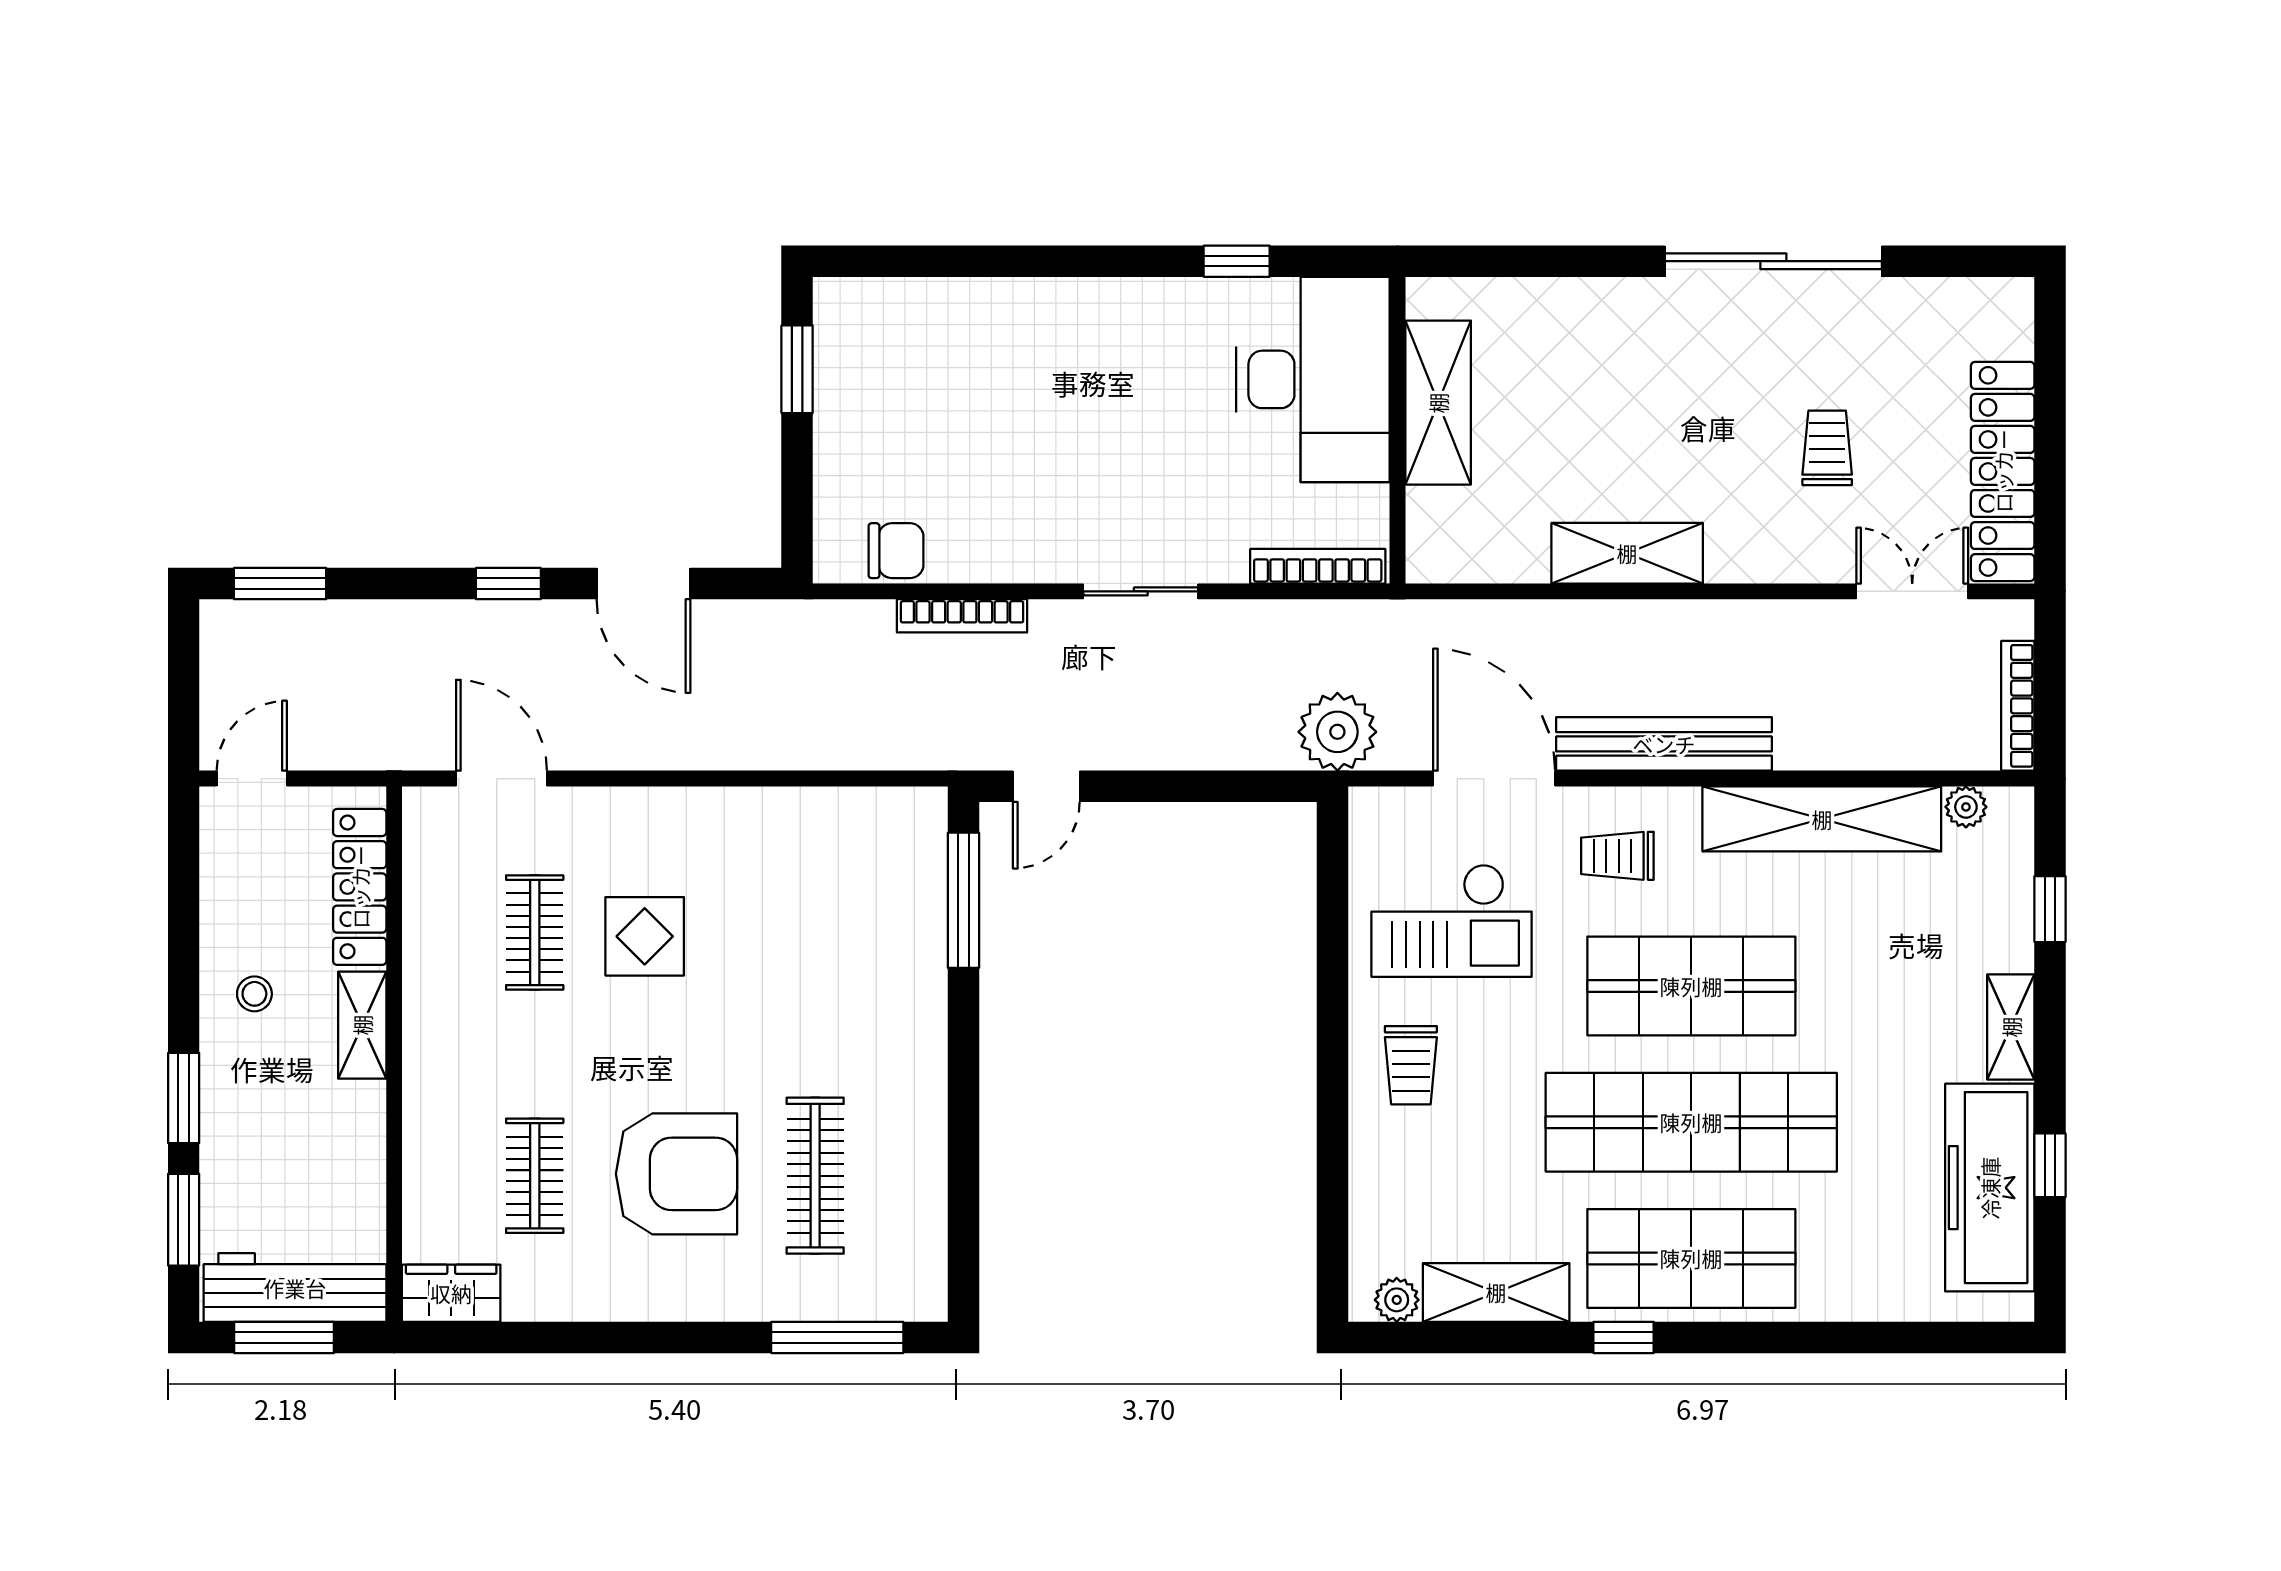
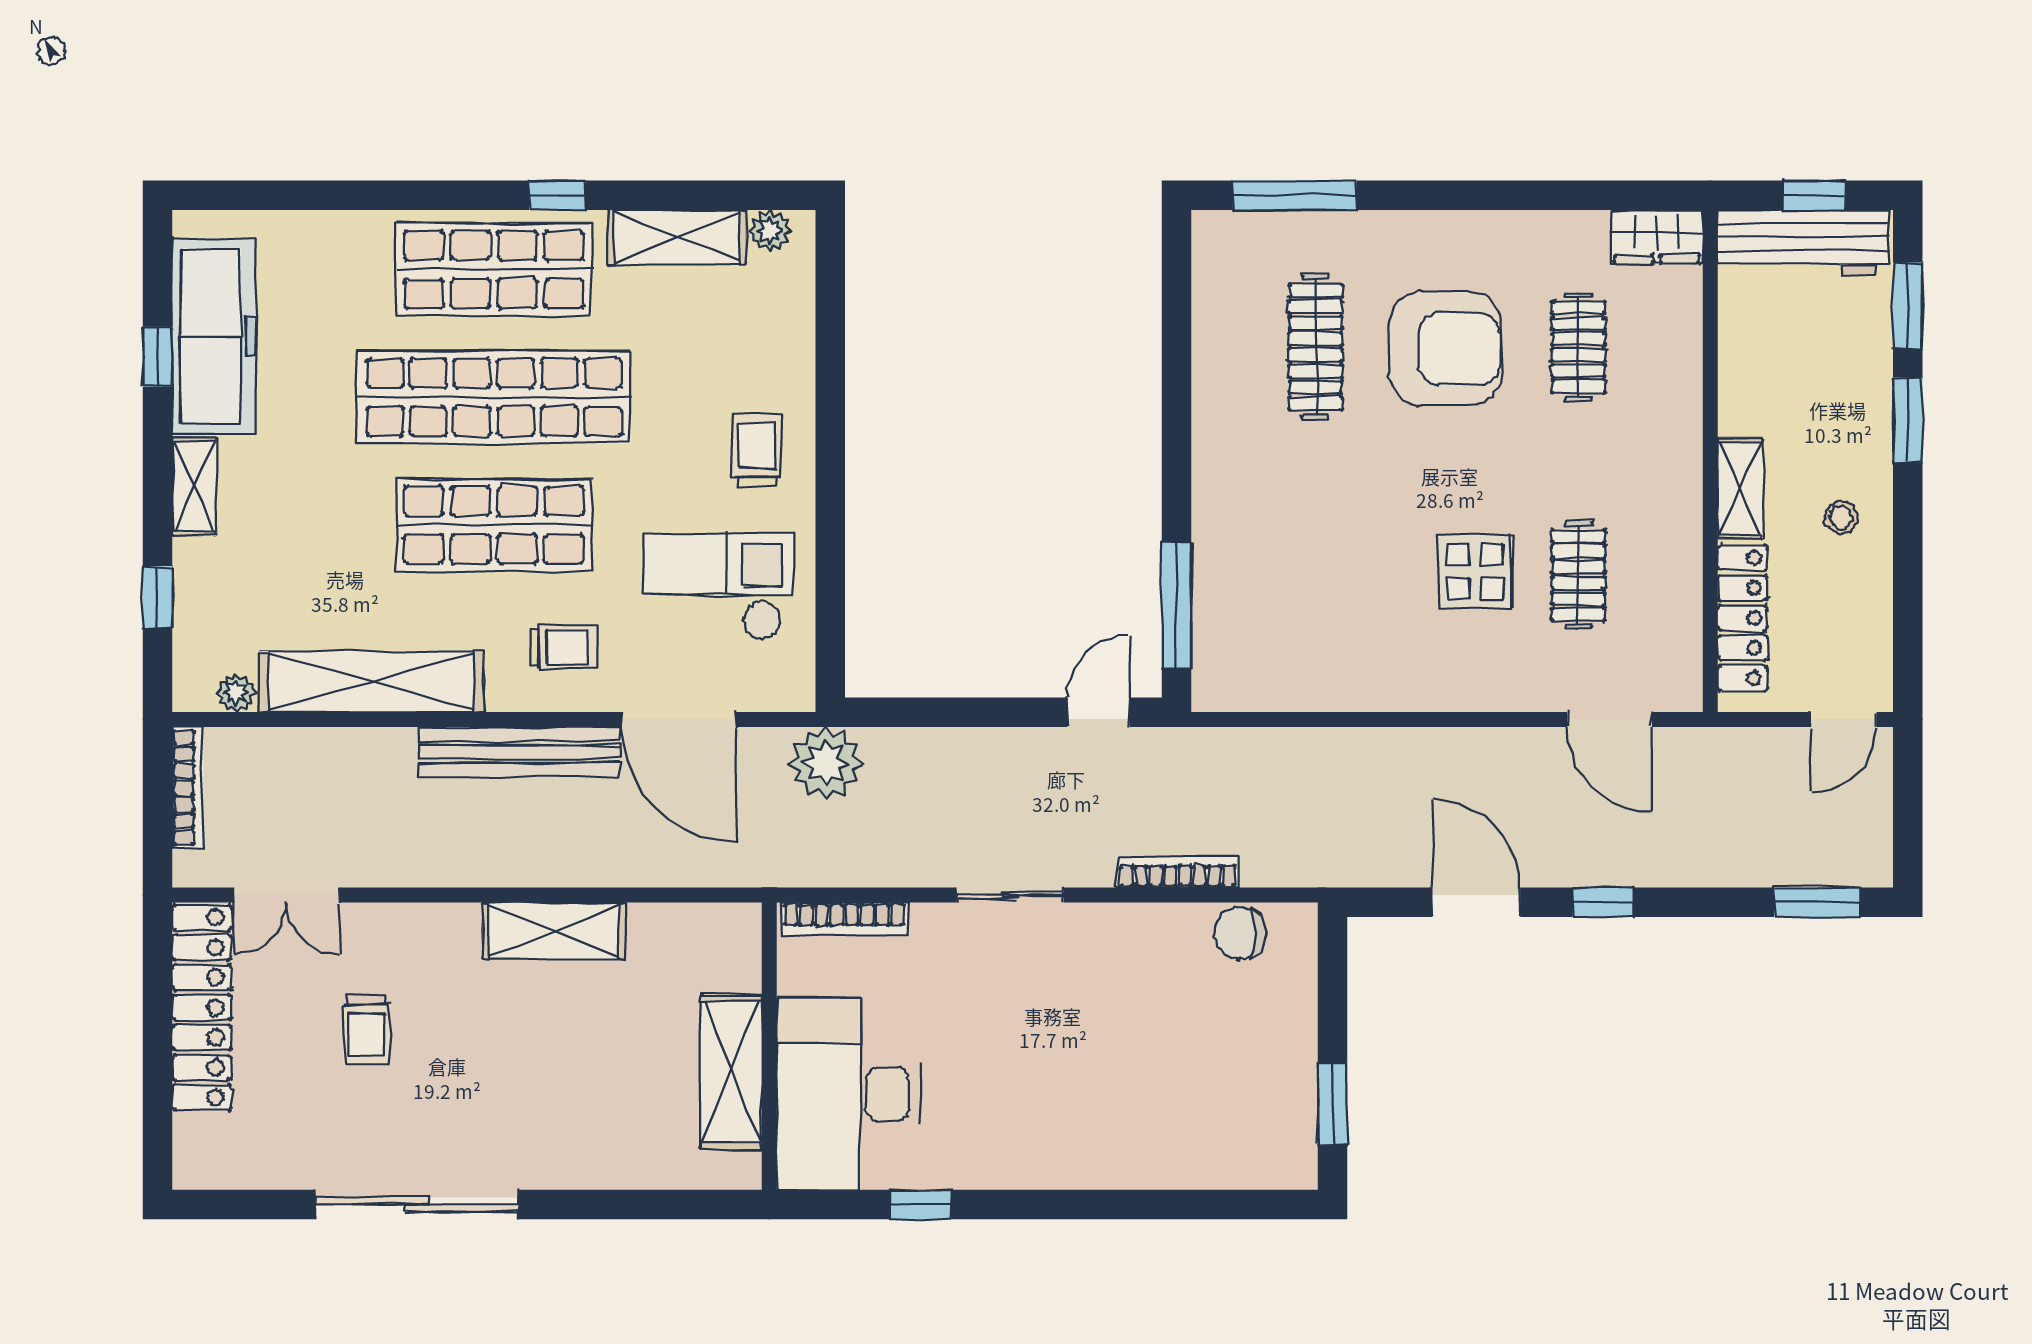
armchair: (677, 1174) -> (1445, 349), turned 180
window: (284, 1337) -> (1814, 195), width x0.67

